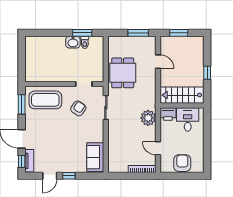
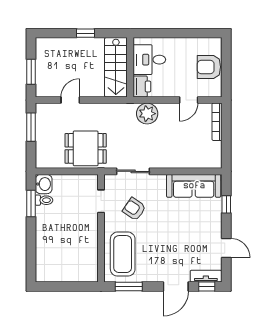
washbasin: (73, 42) -> (44, 184), moved
sofa: (95, 157) -> (194, 186), width x1.36
window: (69, 176) -> (226, 204), moved

